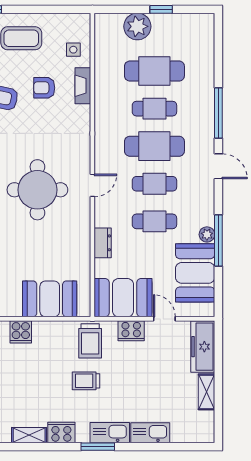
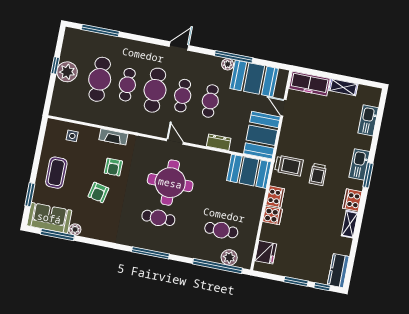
plant: (137, 26) -> (67, 72), moved
fireplace: (83, 86) -> (113, 137), moved
armchair: (44, 88) -> (113, 167), moved
window: (218, 113) -> (100, 31), moved
booth: (50, 299) -> (249, 171), moved, turned 90
door: (164, 319) -> (283, 108), hinge flipped
cooker: (131, 331) -> (275, 197), moved
kitchen sink: (150, 433) -> (368, 120), moved

